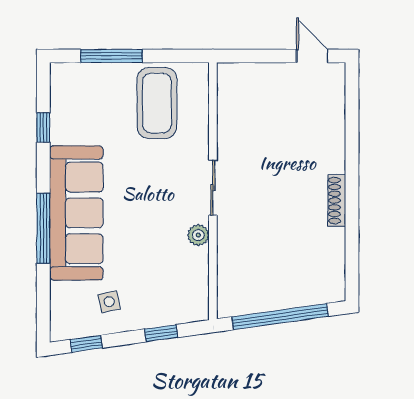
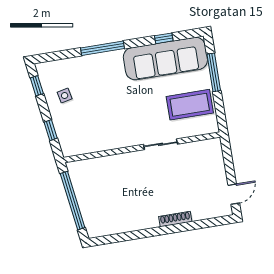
sliding door: (213, 188) -> (160, 144), moved
shoe rack: (337, 201) -> (175, 219), moved
sofa: (76, 213) -> (165, 59), moved
plant: (198, 235) -> (114, 143), removed

